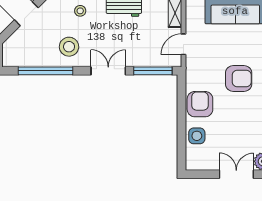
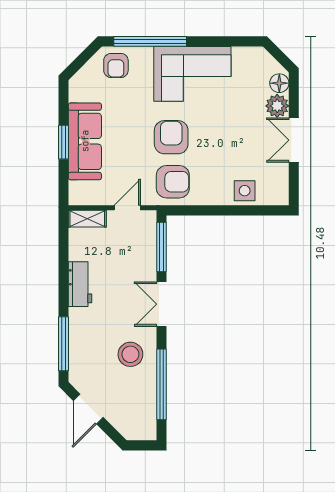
stool: (80, 11) -> (85, 340), removed
door: (183, 44) -> (127, 208), swing flipped
armchair: (200, 104) -> (173, 182), moved, turned 180

